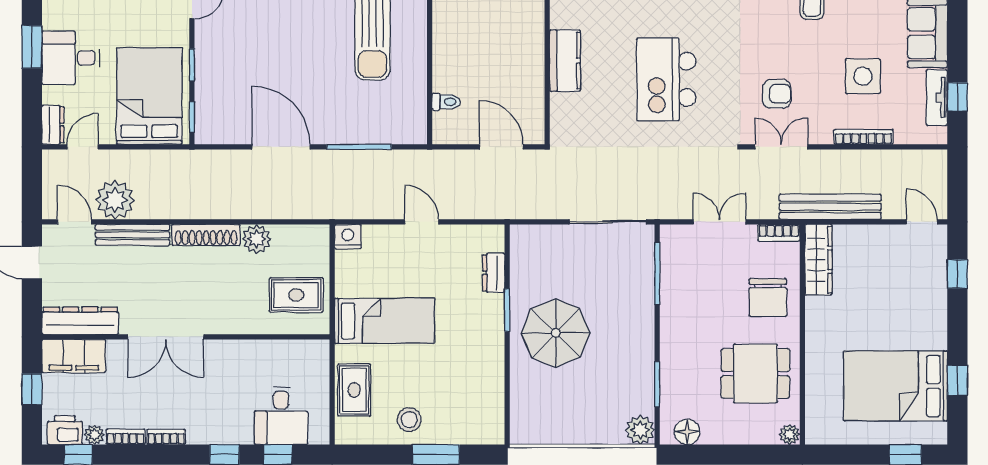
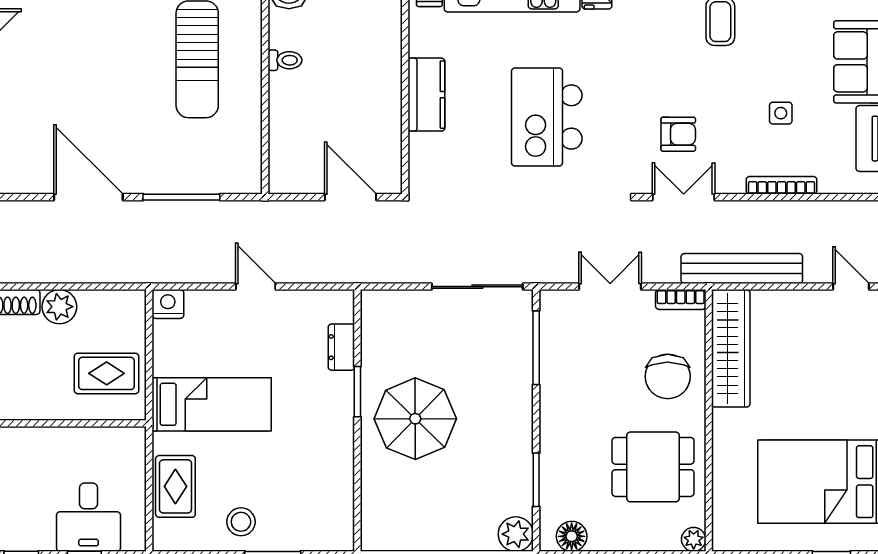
side table: (863, 76) -> (781, 113), width x0.54, depth x0.54
toilet: (446, 102) -> (285, 60), moved
wardrobe: (818, 260) -> (731, 348), width x1.40, depth x1.17

